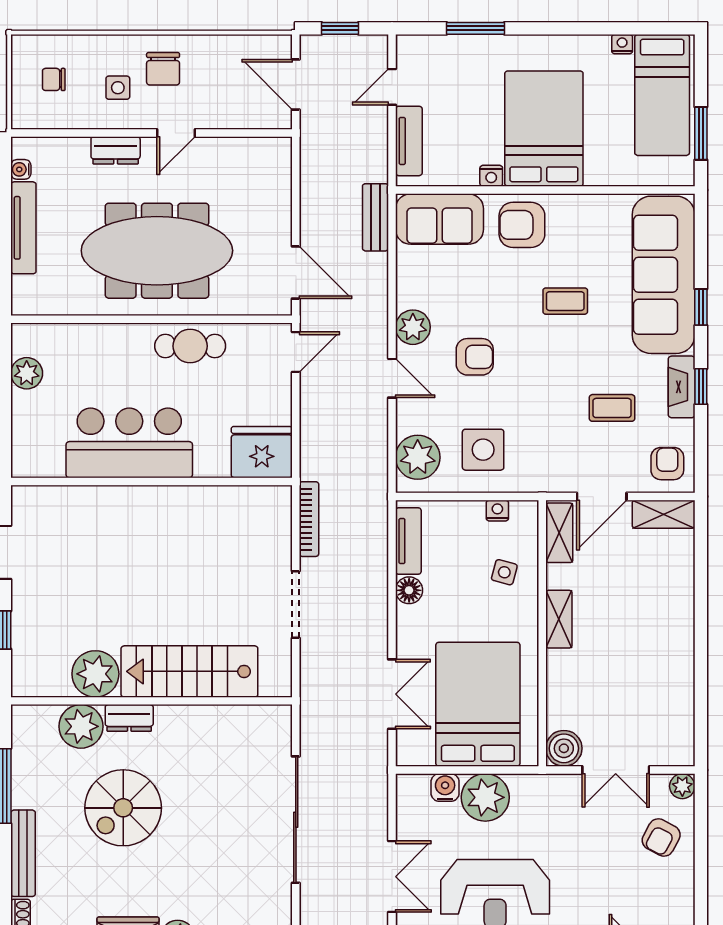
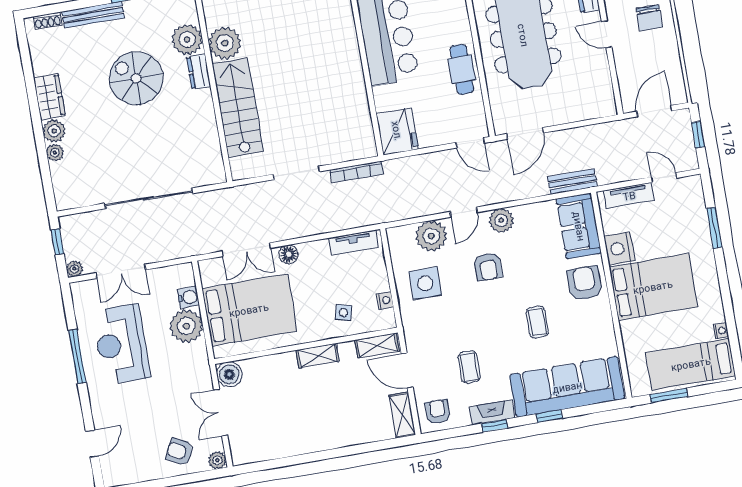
chair: (163, 69) -> (649, 18), turned -90
nightstand: (491, 176) -> (619, 248), width x1.89, depth x1.79
plant: (418, 457) -> (431, 236), moved
armchair: (667, 464) -> (438, 412), turned -90
floor lamp: (409, 590) -> (289, 254), moved

